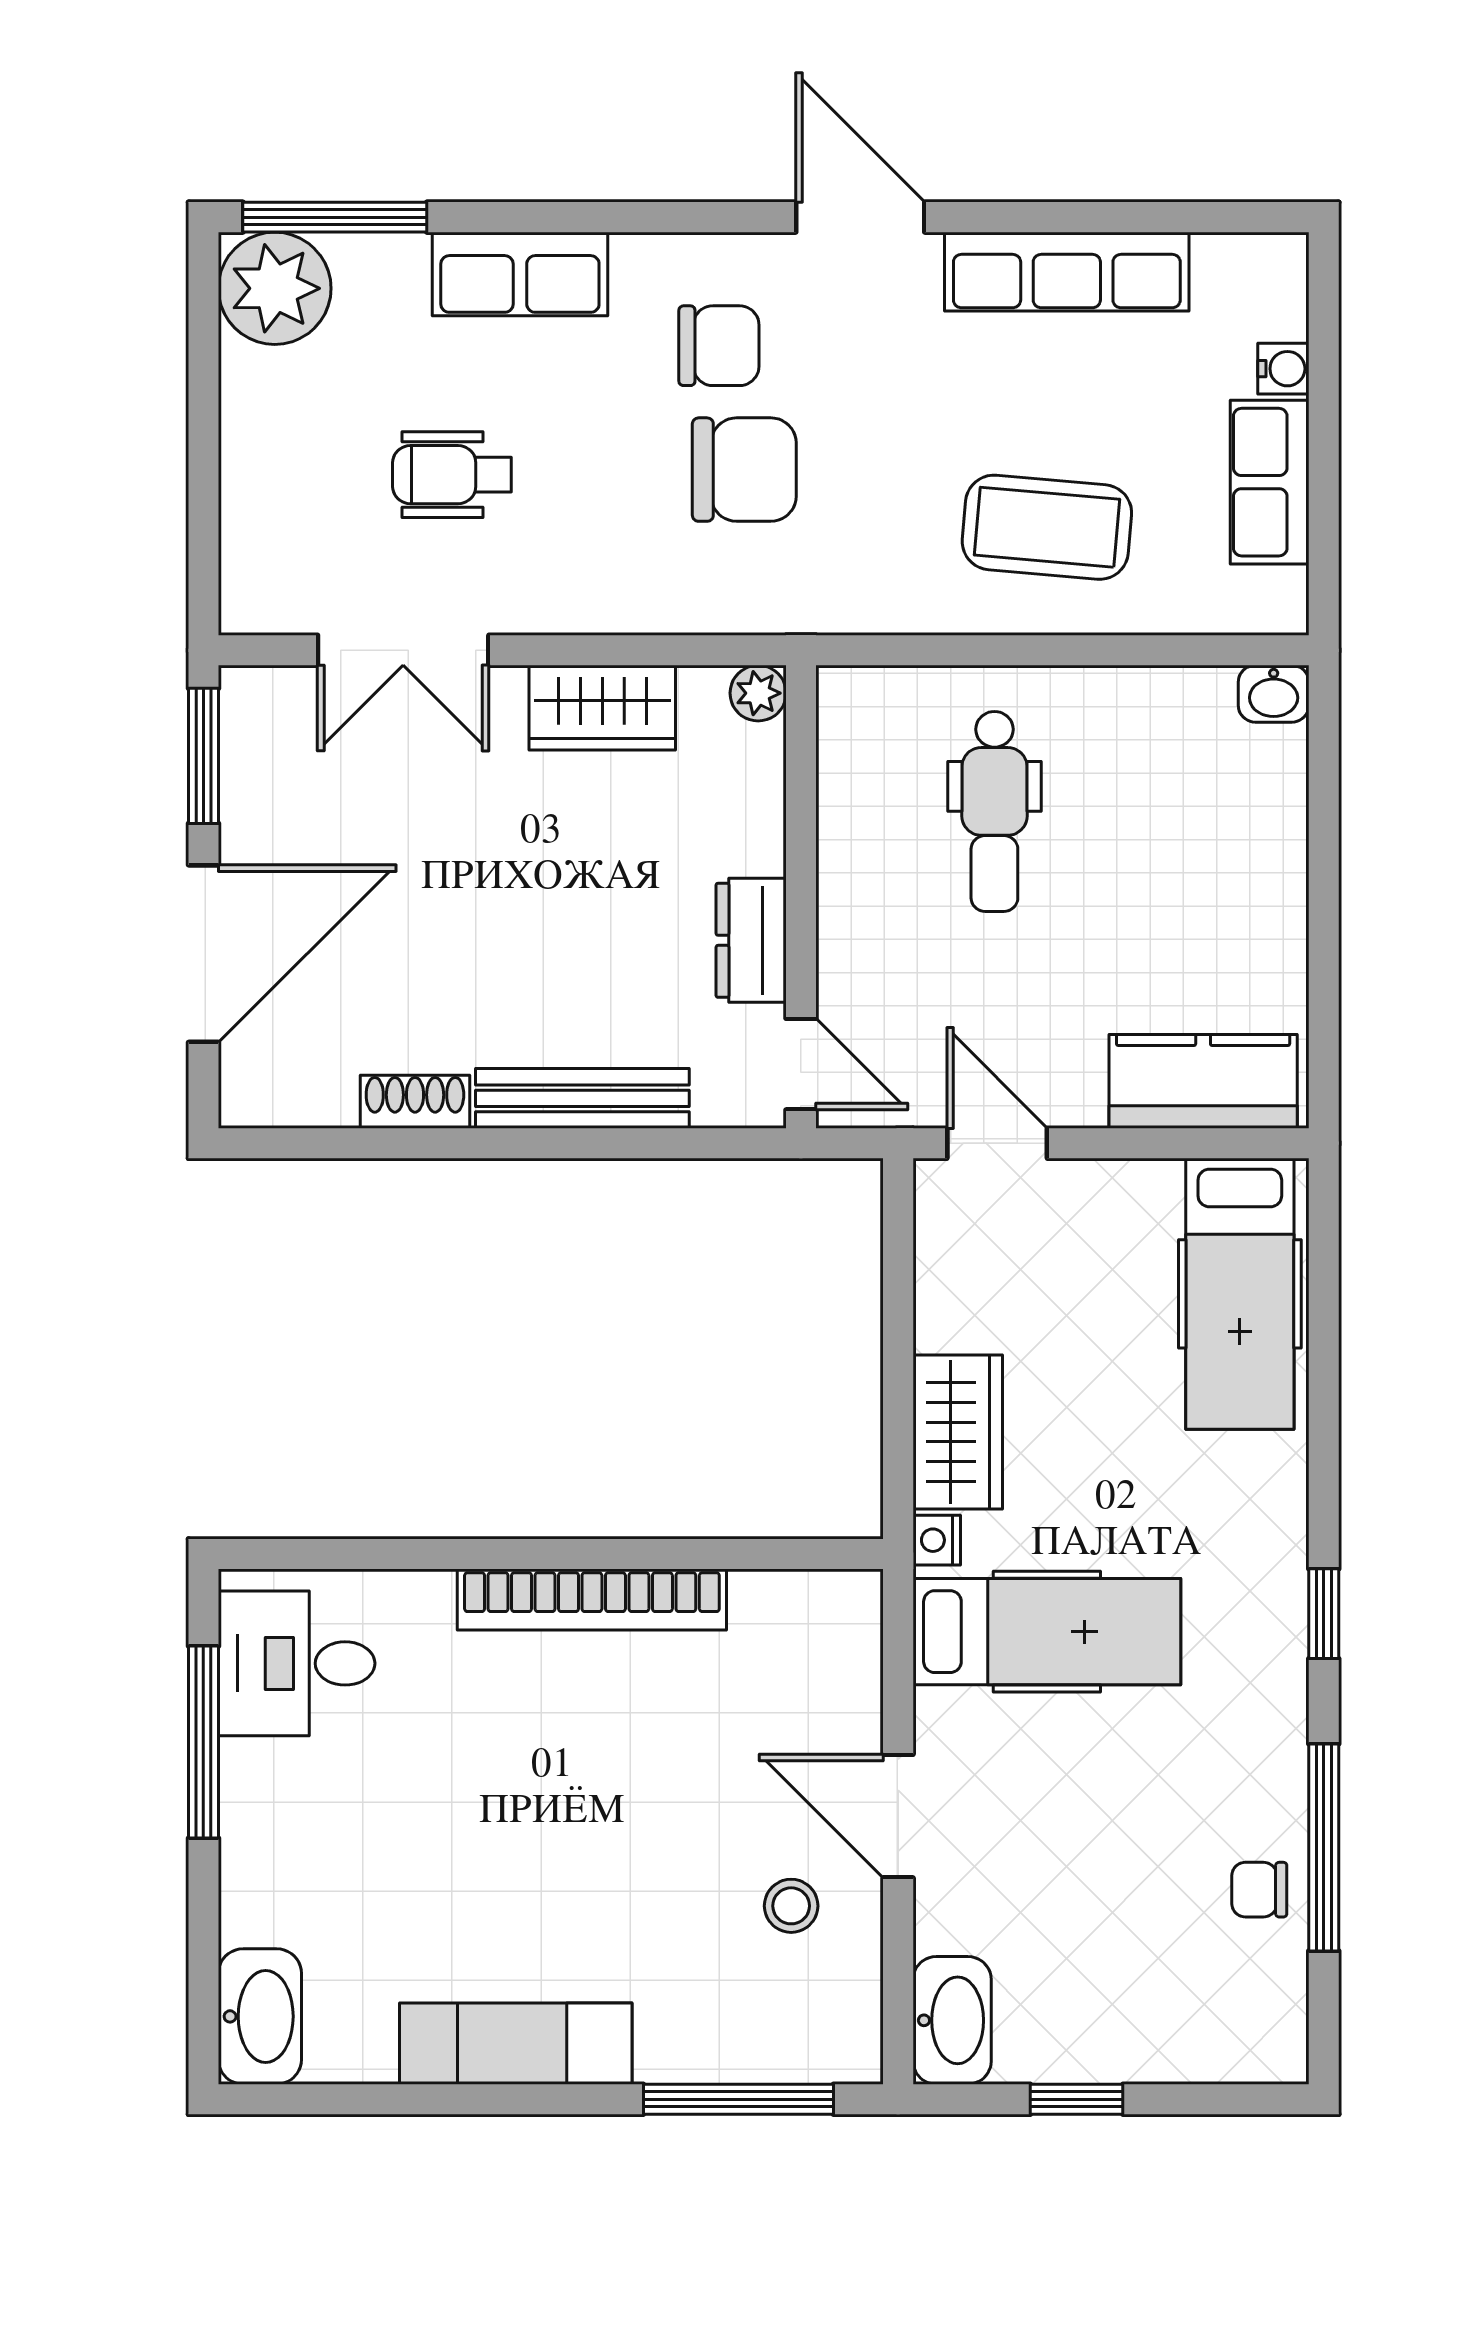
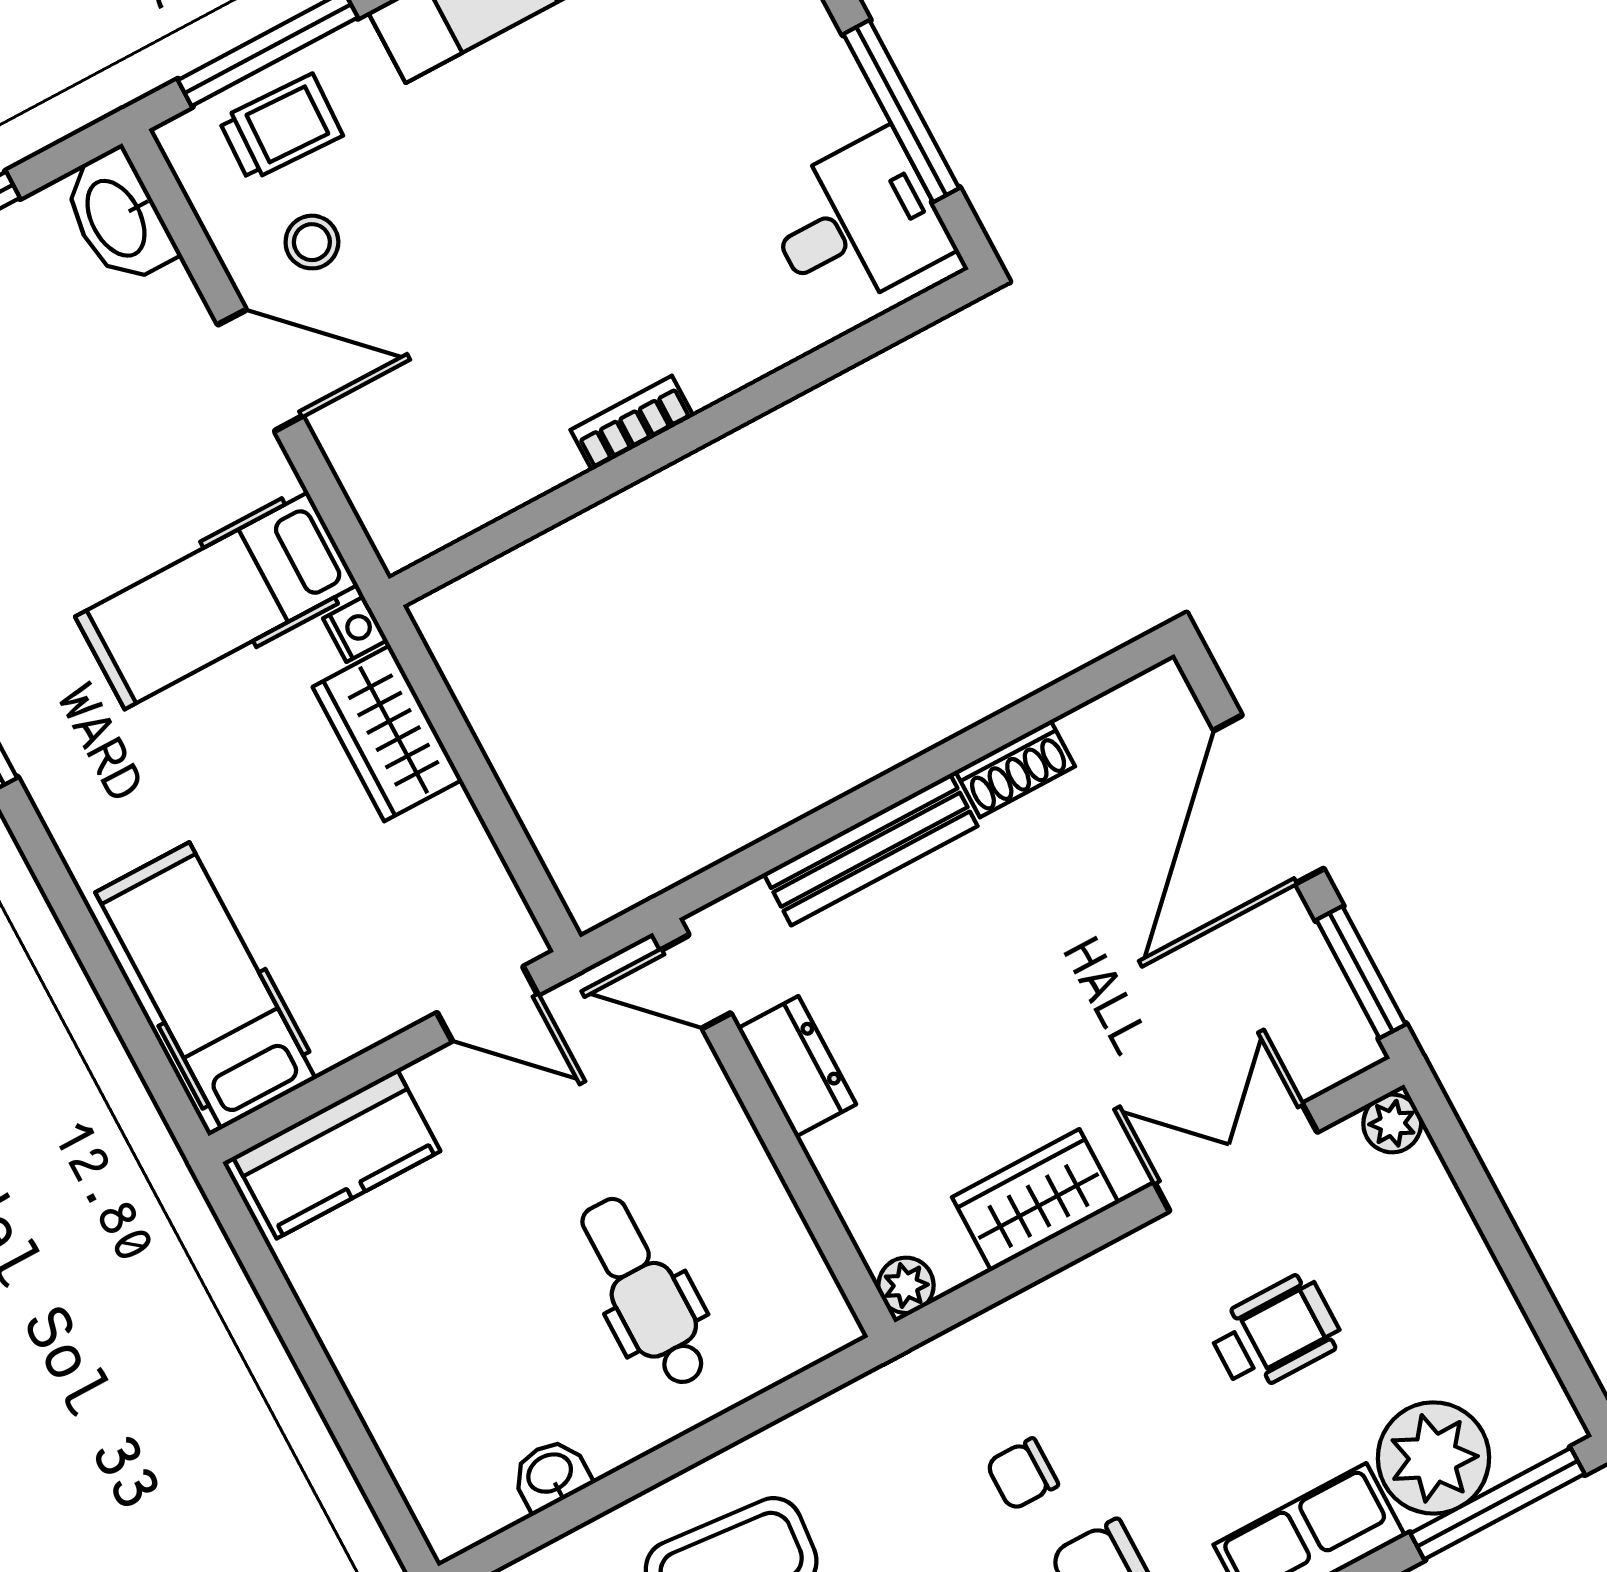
plant: (275, 288) -> (1433, 1458), moved
chair: (744, 470) -> (1022, 1474), width x0.54, depth x0.54
plant: (248, 606) -> (1392, 1123), added
washbasin: (1274, 694) -> (550, 1475), moved
bookcase: (592, 1599) -> (632, 423), width x0.43, depth x0.76
trolley: (764, 2023) -> (281, 128), added

